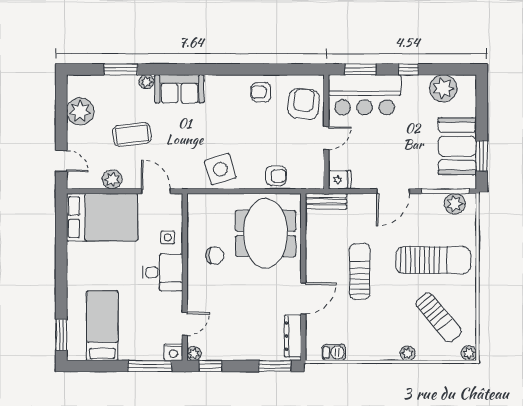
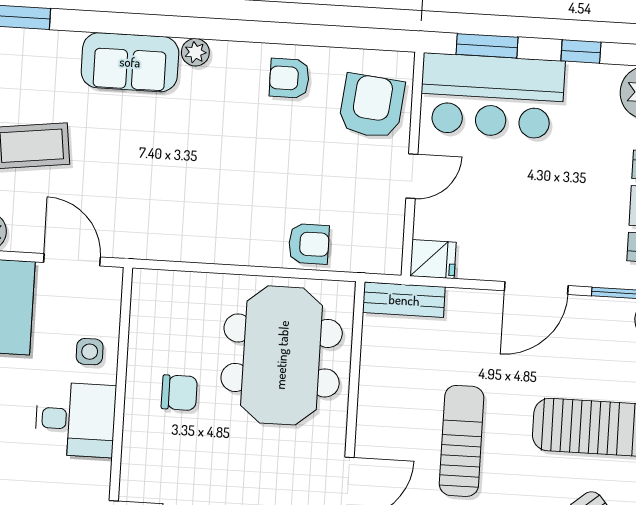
plant: (146, 82) -> (195, 52), moved
side table: (220, 169) -> (201, 224), removed

